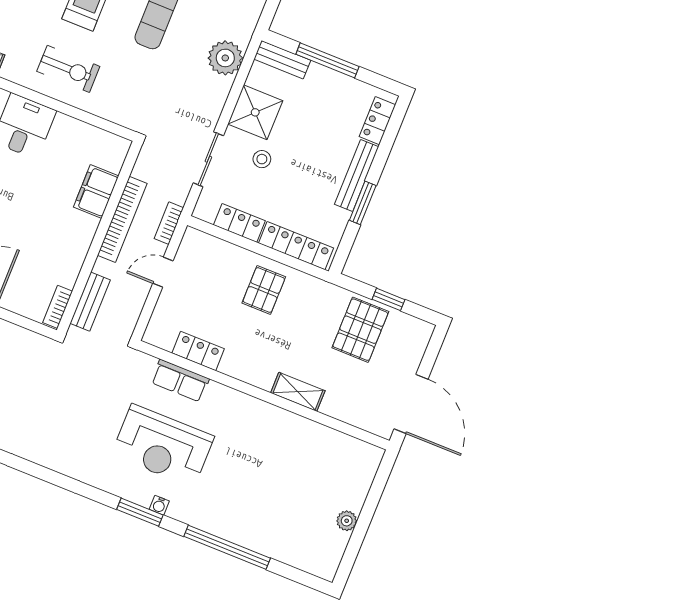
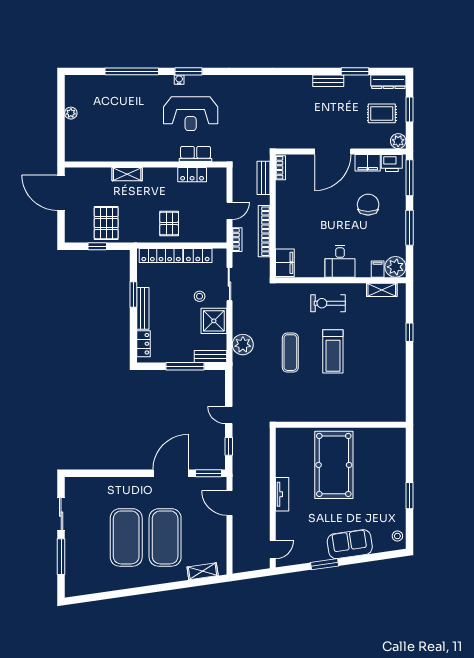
filing cabinet: (96, 191) -> (285, 263), moved
reception desk: (163, 446) -> (191, 114), turned 180

